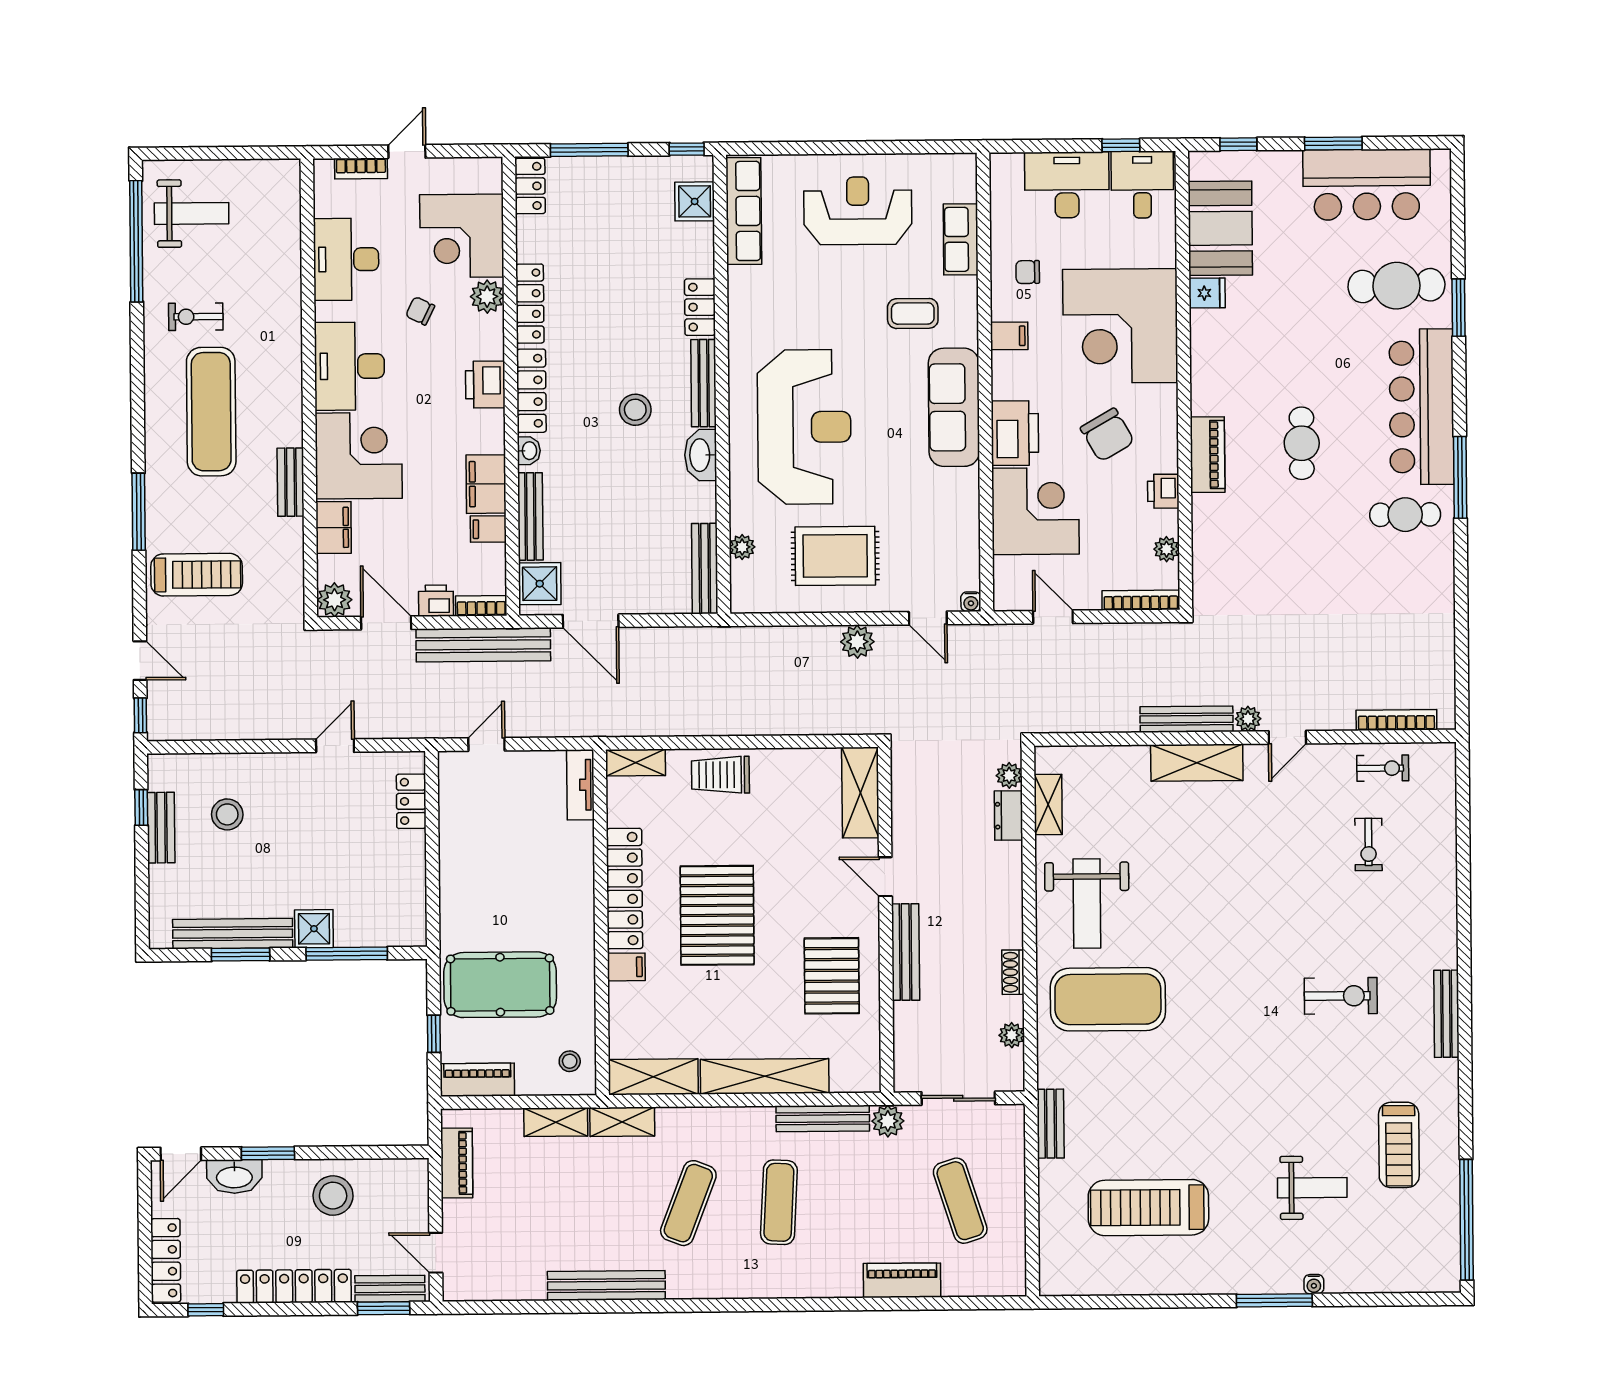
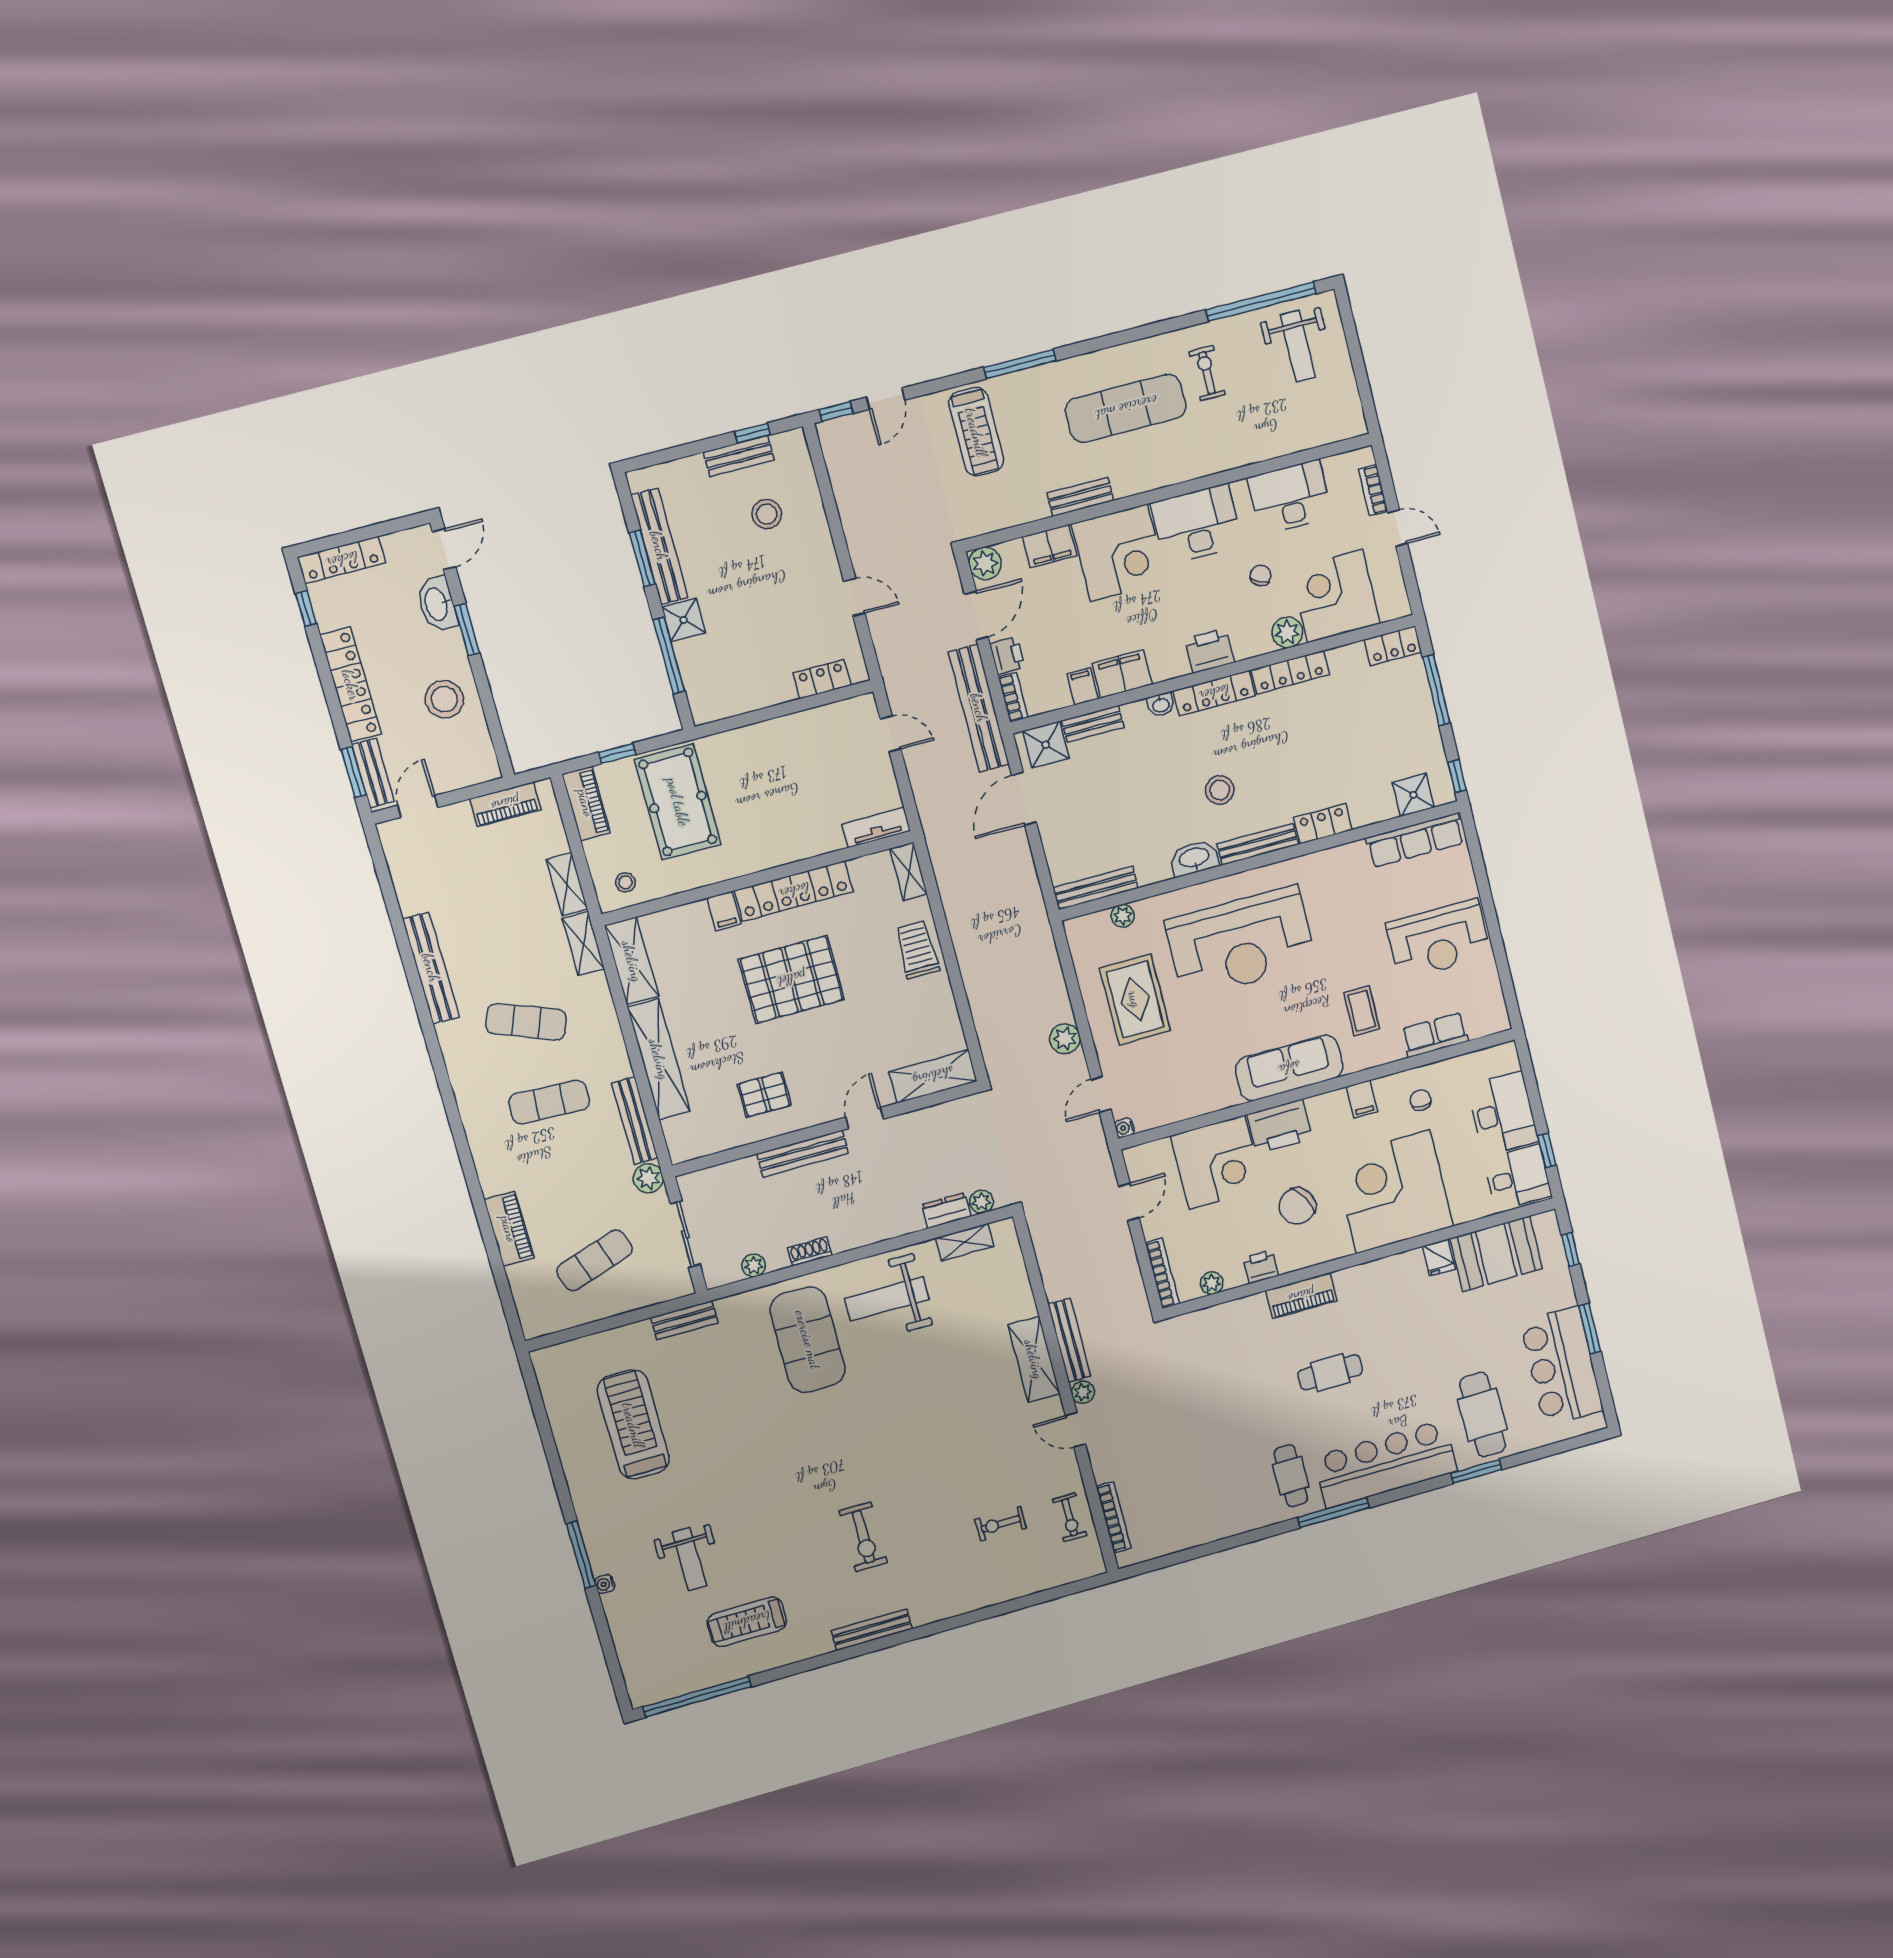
reception desk: (858, 211) -> (1439, 940), turned 90
bench: (530, 516) -> (1093, 724), width x0.73
pallet: (832, 976) -> (764, 1095), width x0.67, depth x0.71
door: (181, 1154) -> (444, 549), swing flipped

